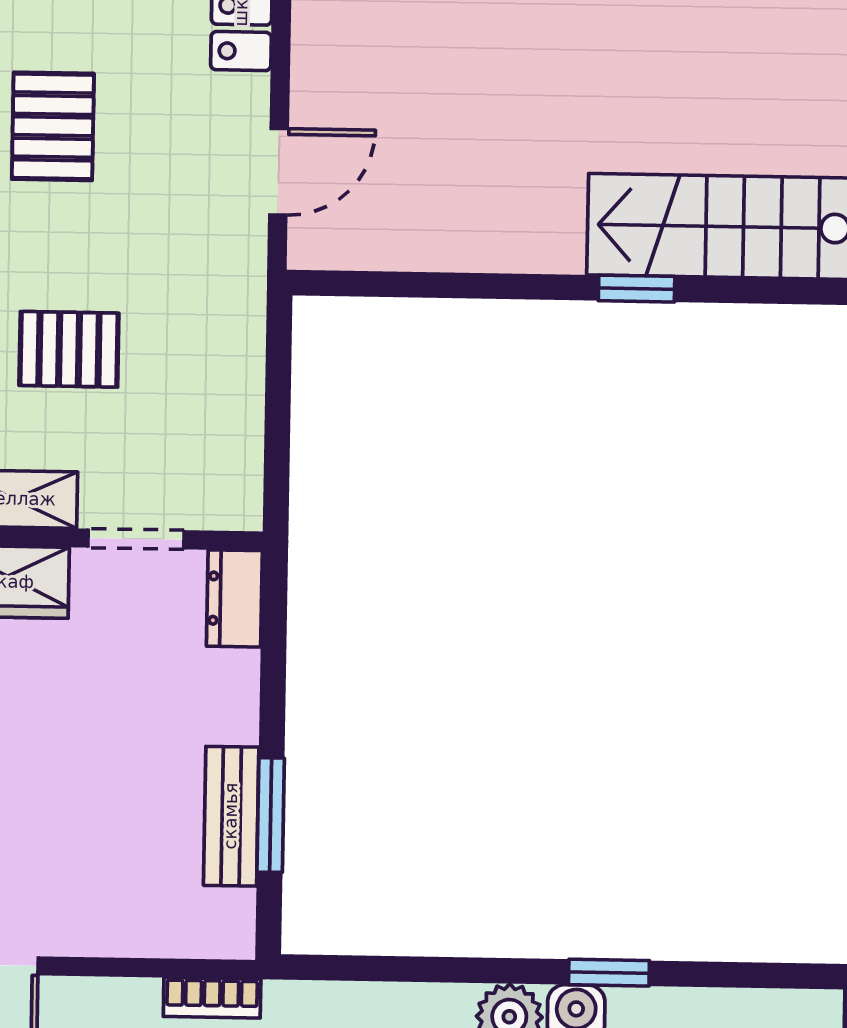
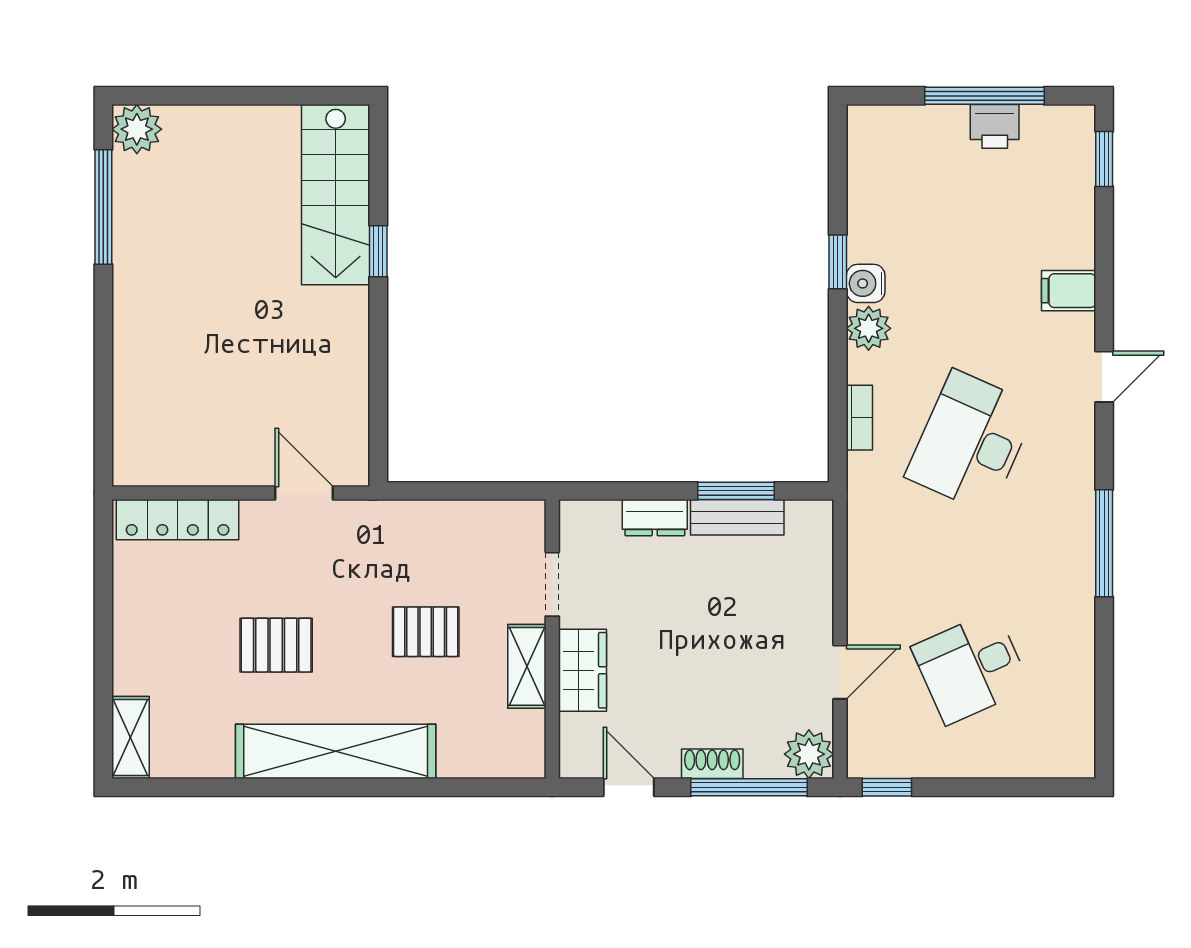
pallet: (69, 349) -> (426, 632), turned 90
dresser: (234, 598) -> (655, 518), moved
bookcase: (212, 998) -> (859, 418), moved

